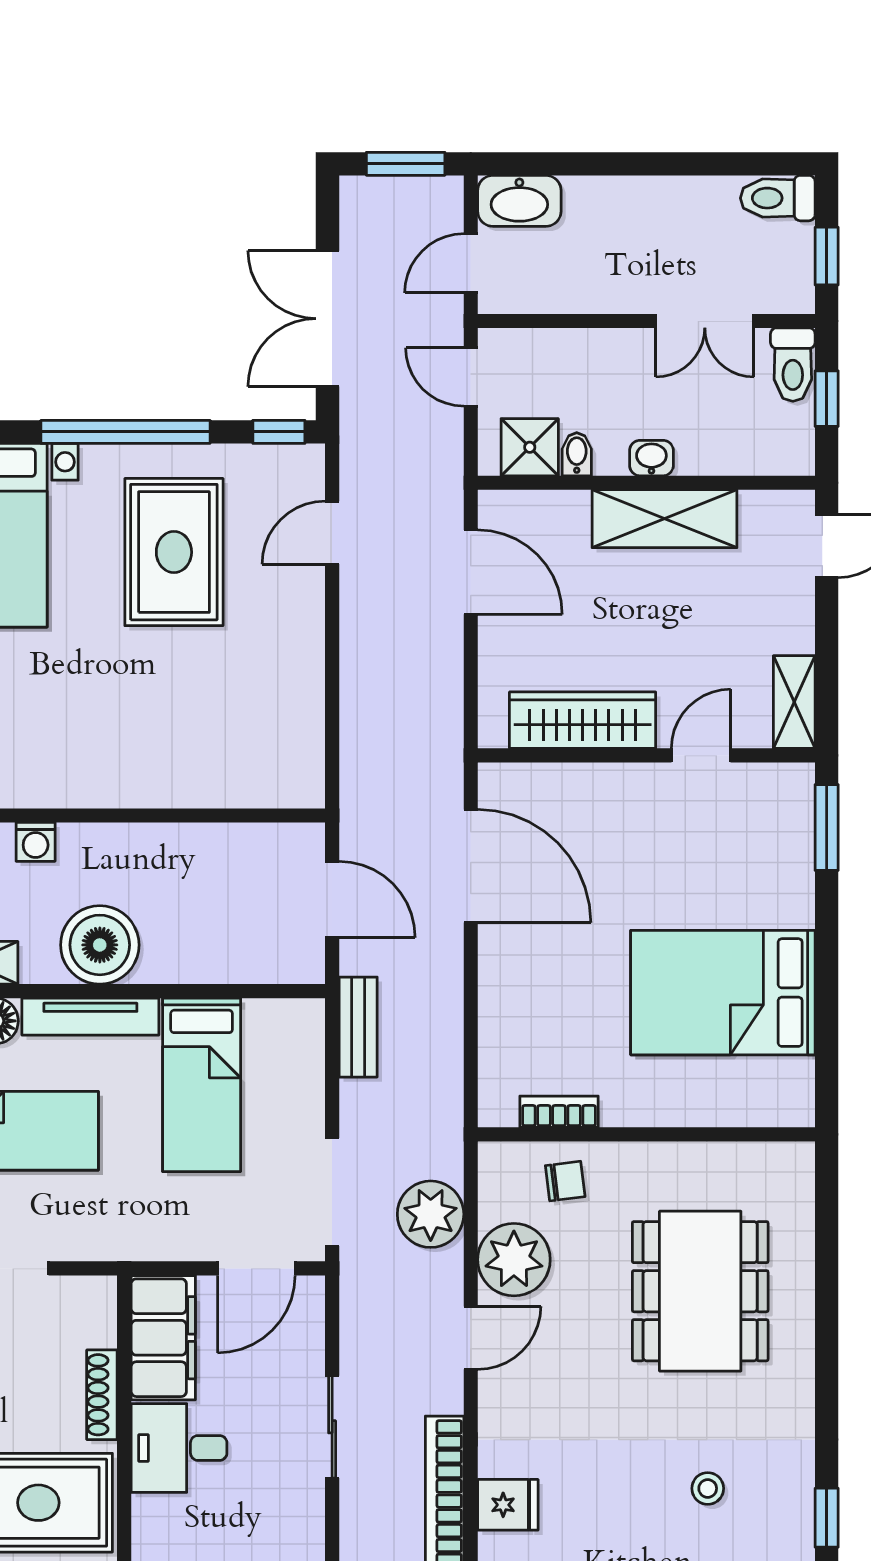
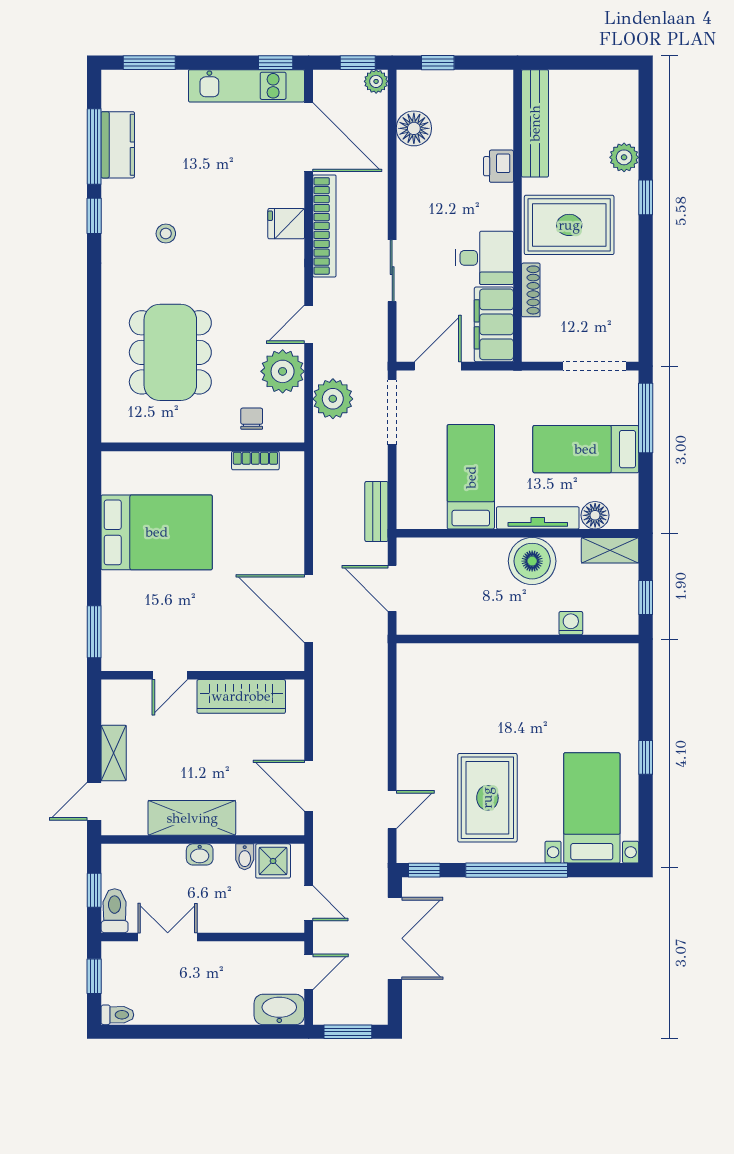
toilet: (778, 198) -> (117, 1015), width x0.73, depth x0.72
shelving: (794, 702) -> (114, 753), moved
chair: (565, 1181) -> (252, 419), turned 97

